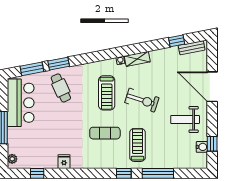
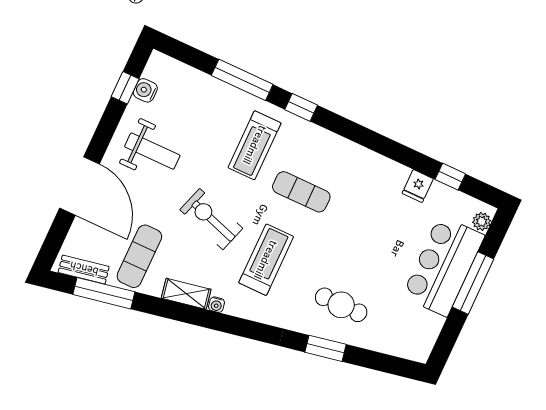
window: (177, 41) -> (104, 293), width x2.17
exercise mat: (168, 66) -> (139, 256), added
window: (32, 69) -> (376, 361), removed
cafe table: (61, 88) -> (341, 305), turned -65
bar counter: (21, 103) -> (443, 266), moved
fridge: (64, 162) -> (418, 186), moved

